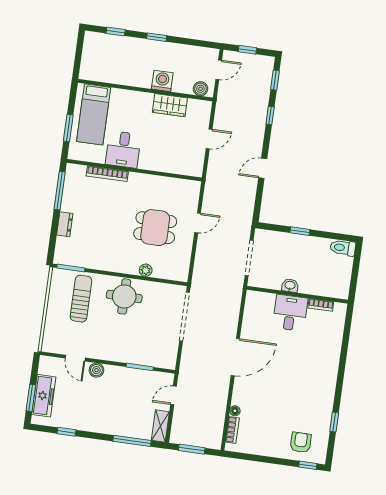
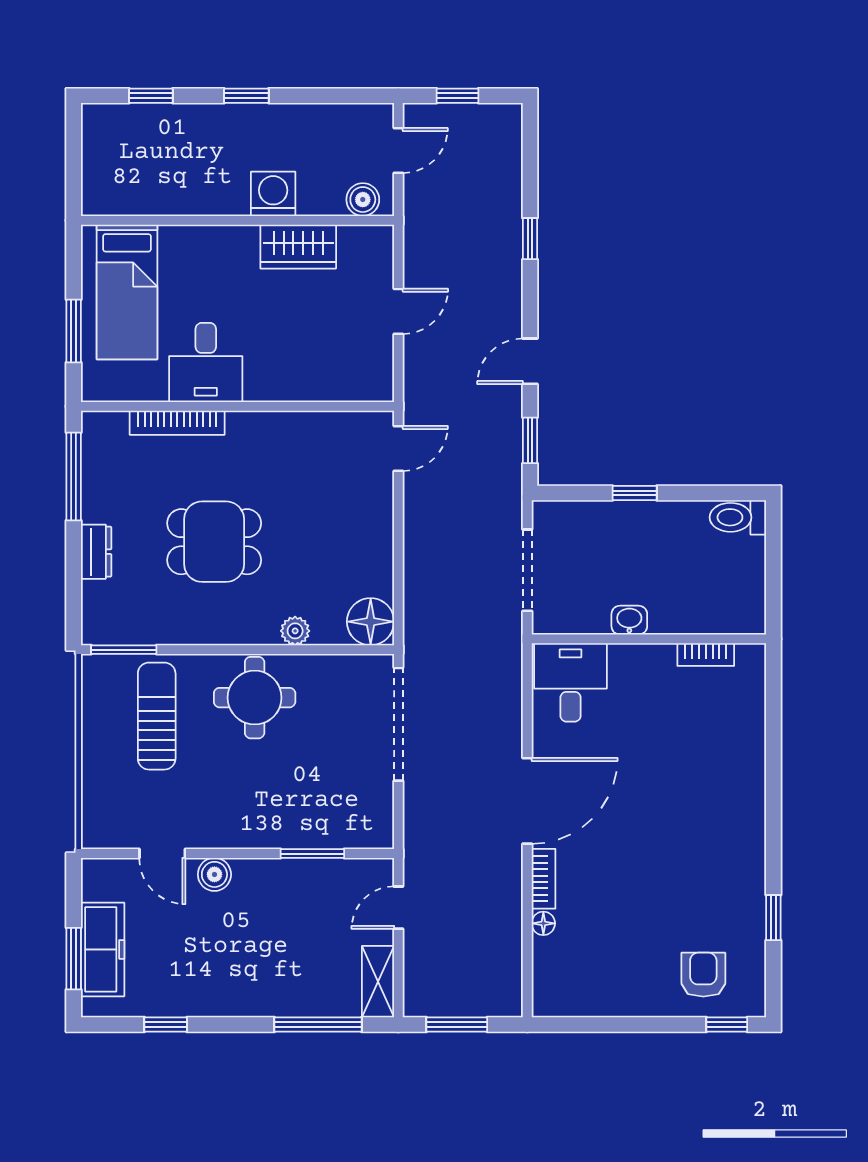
window: (275, 80) -> (530, 440), moved
door: (198, 223) -> (398, 448), moved
dining table: (155, 228) -> (214, 542), moved
floor lamp: (179, 271) -> (371, 622), added
desk: (290, 313) -> (571, 682), moved
bookcase: (232, 430) -> (544, 879), moved

